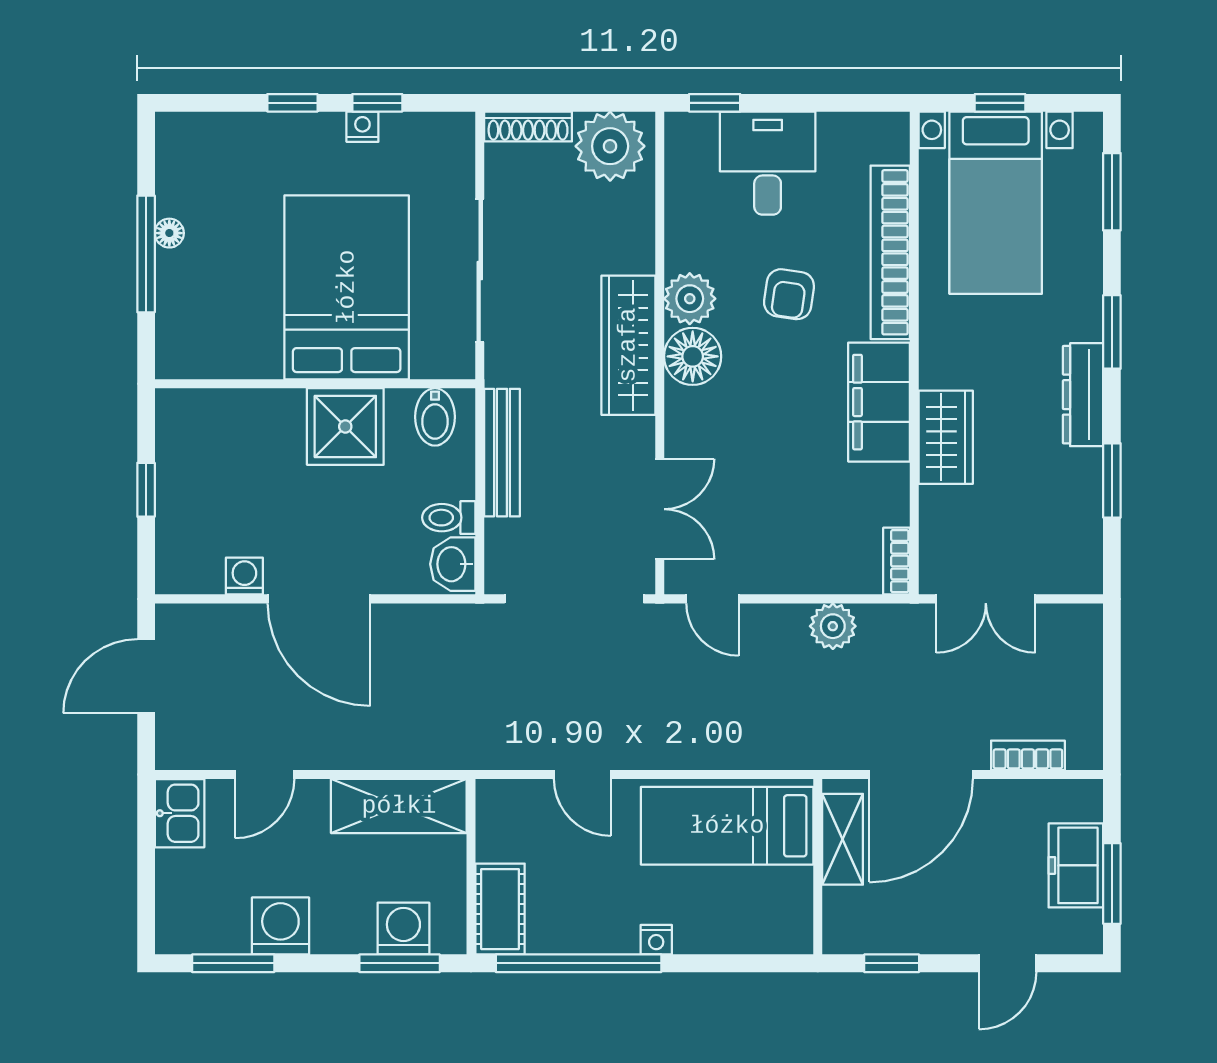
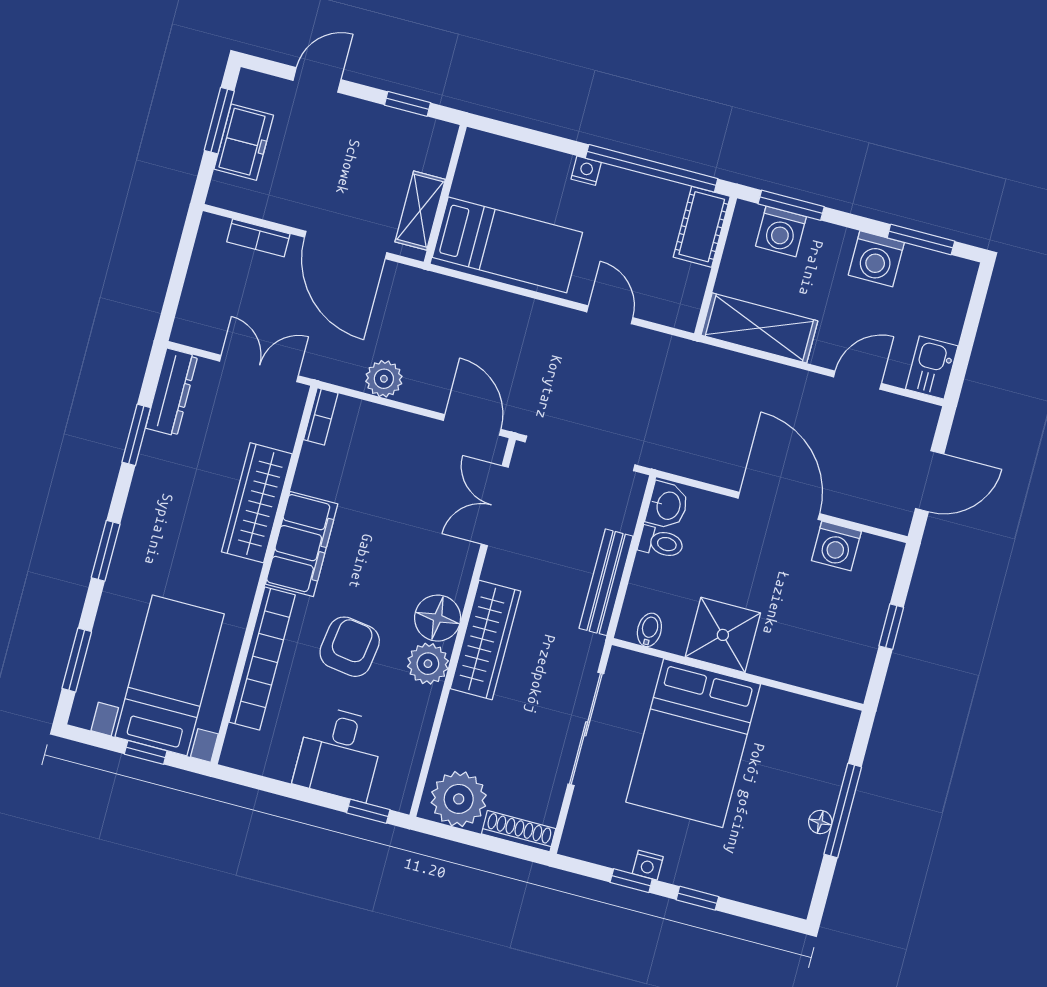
armchair: (789, 294) -> (350, 647), width x1.38, depth x1.38
dresser: (1083, 395) -> (172, 392), moved
bidet: (435, 417) -> (649, 630), width x0.72, depth x0.74
wardrobe: (946, 437) -> (257, 503), width x1.50
washing machine: (244, 576) -> (836, 546), width x1.38, depth x1.38
door: (712, 599) -> (472, 425), width x1.38
door: (921, 774) -> (346, 245), swing flipped

